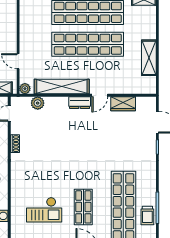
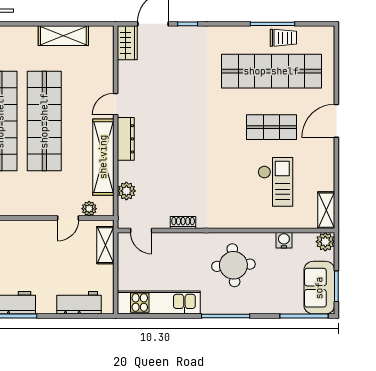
plant: (25, 89) -> (89, 209), moved
door: (100, 95) -> (116, 104), swing flipped
dresser: (80, 103) -> (126, 139), width x1.44
wardrobe: (123, 104) -> (127, 43), moved

